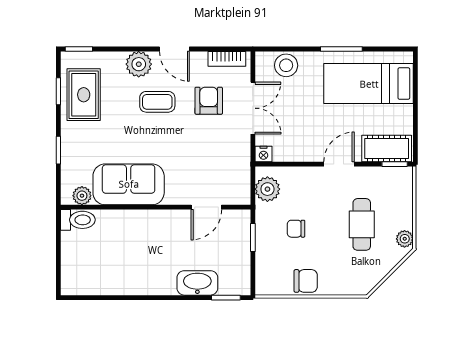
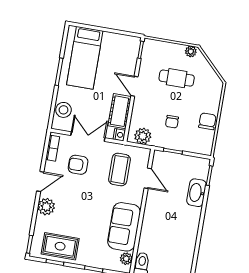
coffee table: (157, 102) -> (119, 170), moved, width x1.36, depth x1.30
cot: (387, 149) -> (120, 111), moved

